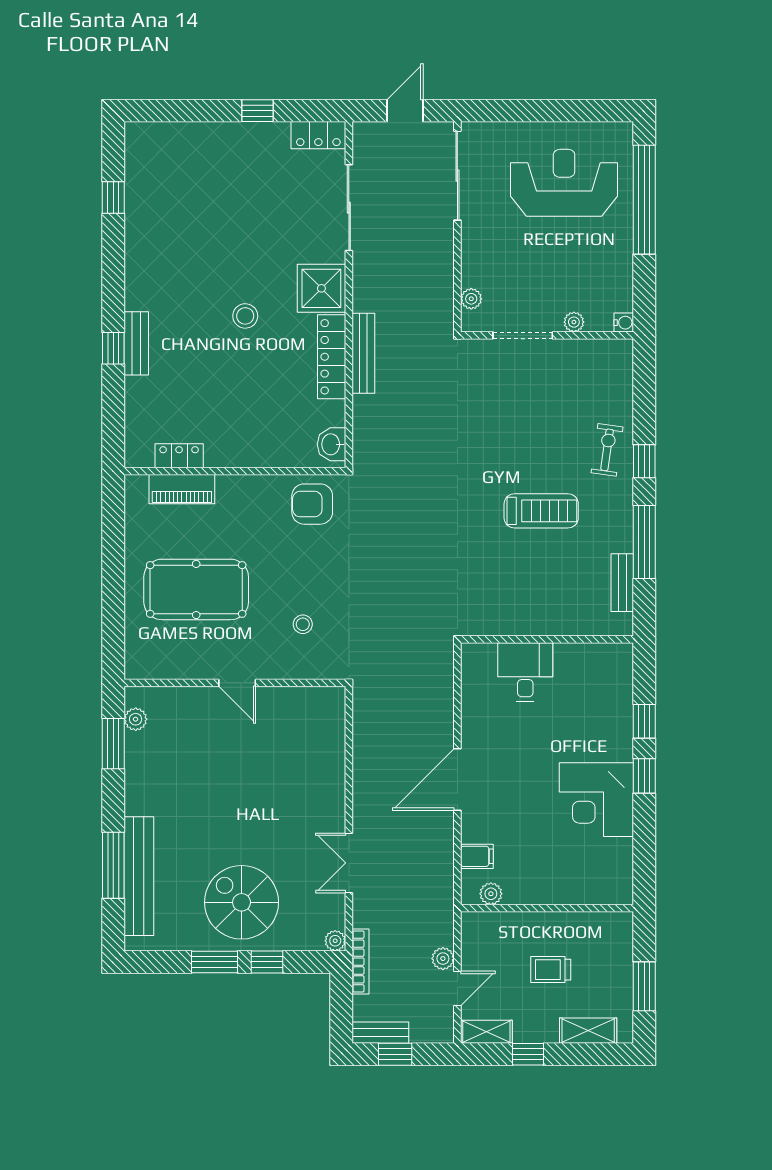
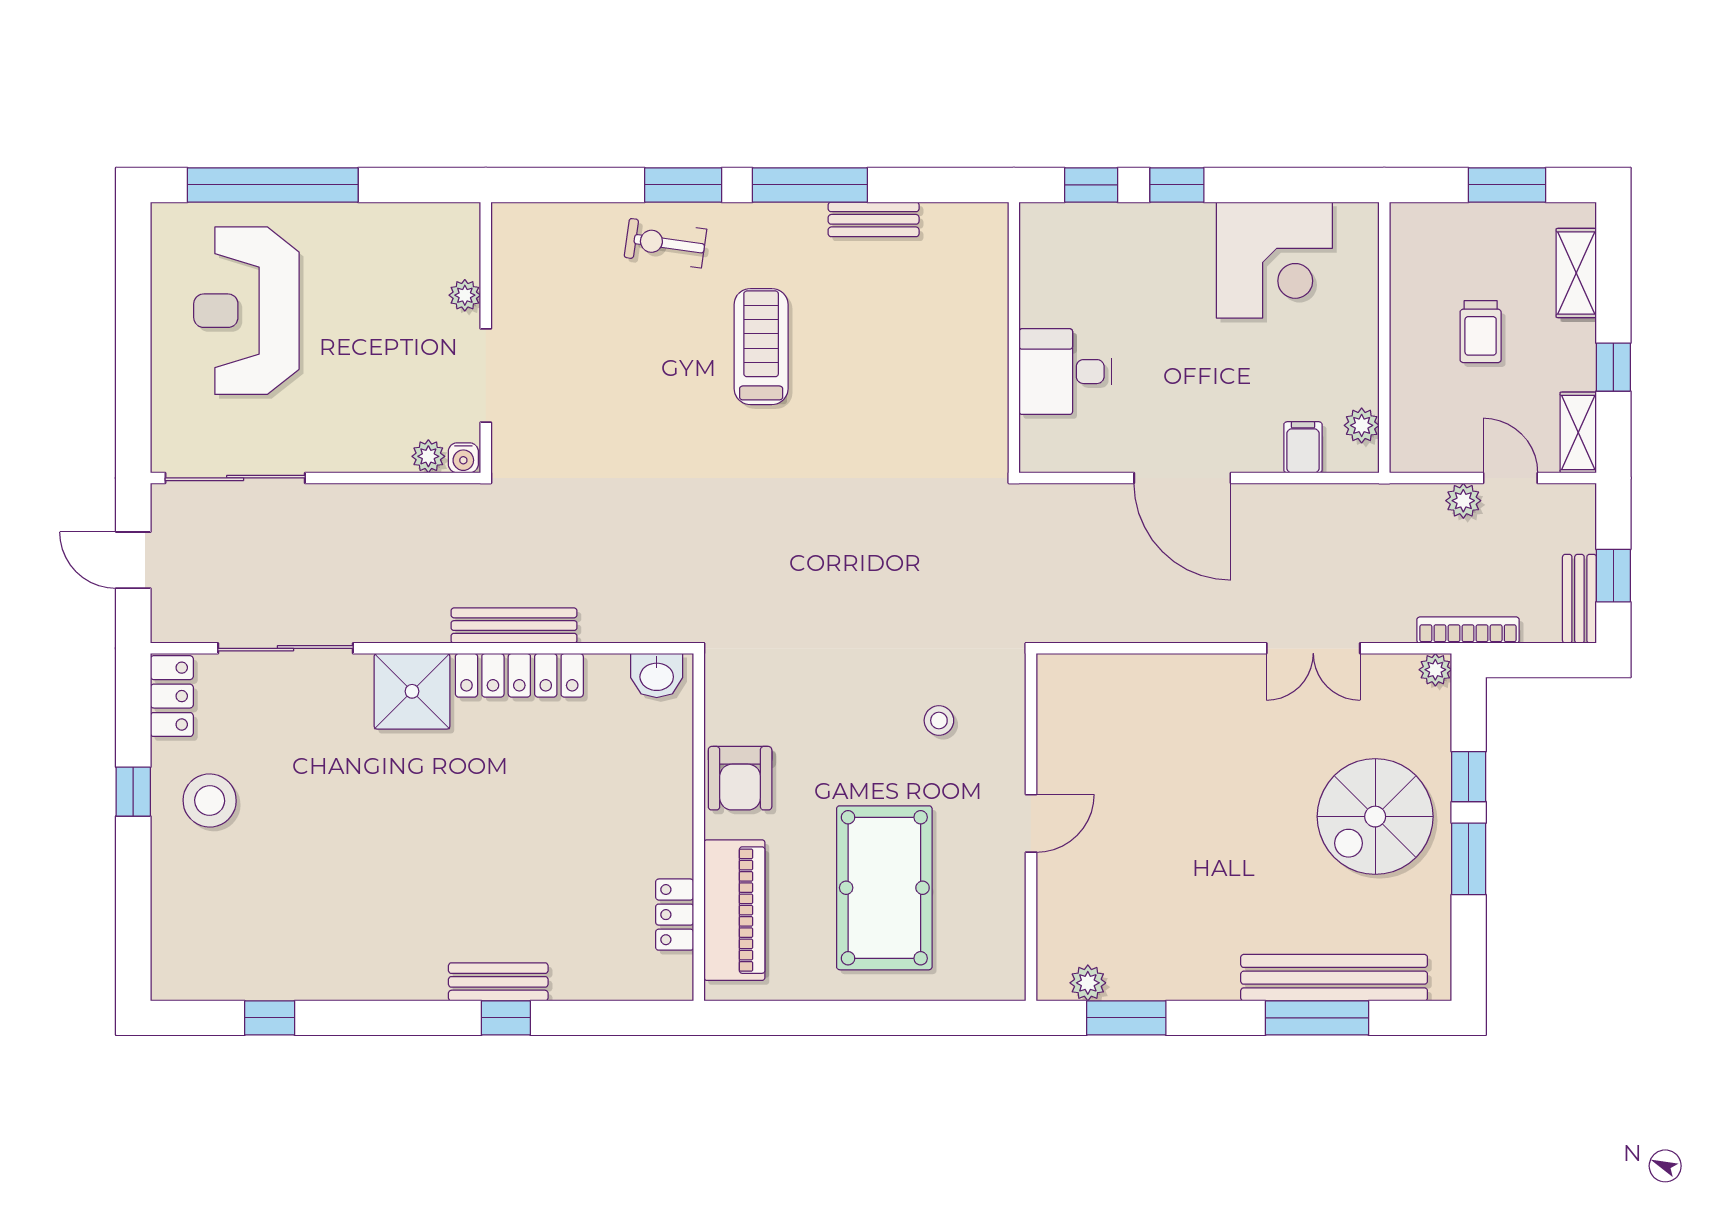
stool: (245, 316) -> (210, 800), moved, width x1.38, depth x1.38
water cooler: (624, 323) -> (463, 458), moved, turned 180
window: (644, 461) -> (683, 185), width x1.50
piano: (182, 489) -> (734, 910), width x1.37, depth x1.33
armchair: (312, 504) -> (740, 778), moved
wall: (547, 639) -> (1014, 337), moved
desk: (525, 672) -> (1065, 372), moved
corner desk: (596, 800) -> (1274, 260), moved

